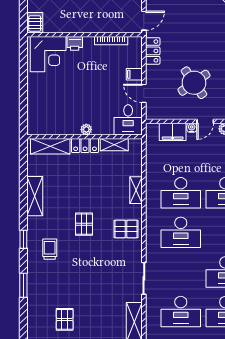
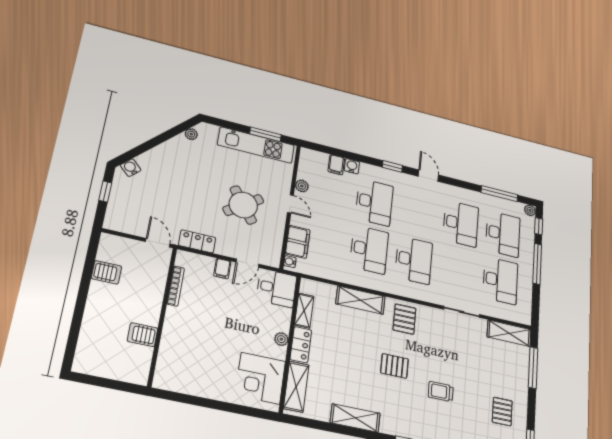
server rack: (35, 23) -> (143, 335), moved
printer: (75, 43) -> (171, 330), removed
corner desk: (48, 54) -> (260, 378), moved, turned 180
water cooler: (192, 128) -> (290, 262), moved
shelving: (136, 190) -> (360, 300), width x1.50, depth x1.33
trolley: (50, 249) -> (441, 391), moved
pallet: (65, 319) -> (502, 412), turned 90

